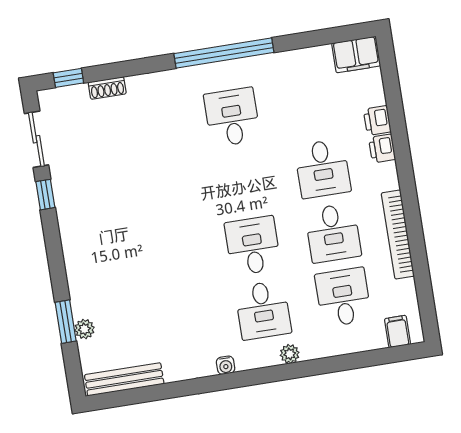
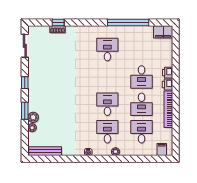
window: (224, 53) -> (128, 22), moved
window: (68, 78) -> (58, 22), moved
printer: (377, 121) -> (167, 84), moved
window: (45, 195) -> (25, 83), moved
plant: (83, 304) -> (33, 117), added
desk: (263, 310) -> (107, 132), turned 180
window: (66, 322) -> (25, 111), moved

